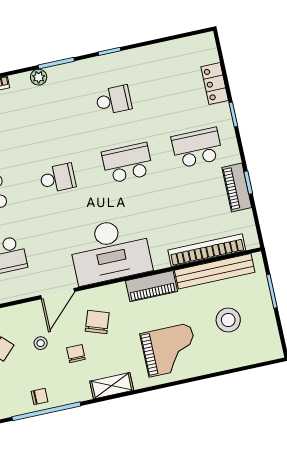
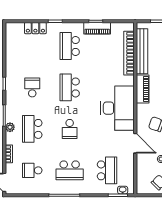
school desk: (44, 115) -> (32, 129), added
school desk: (58, 178) -> (70, 129), turned 180

